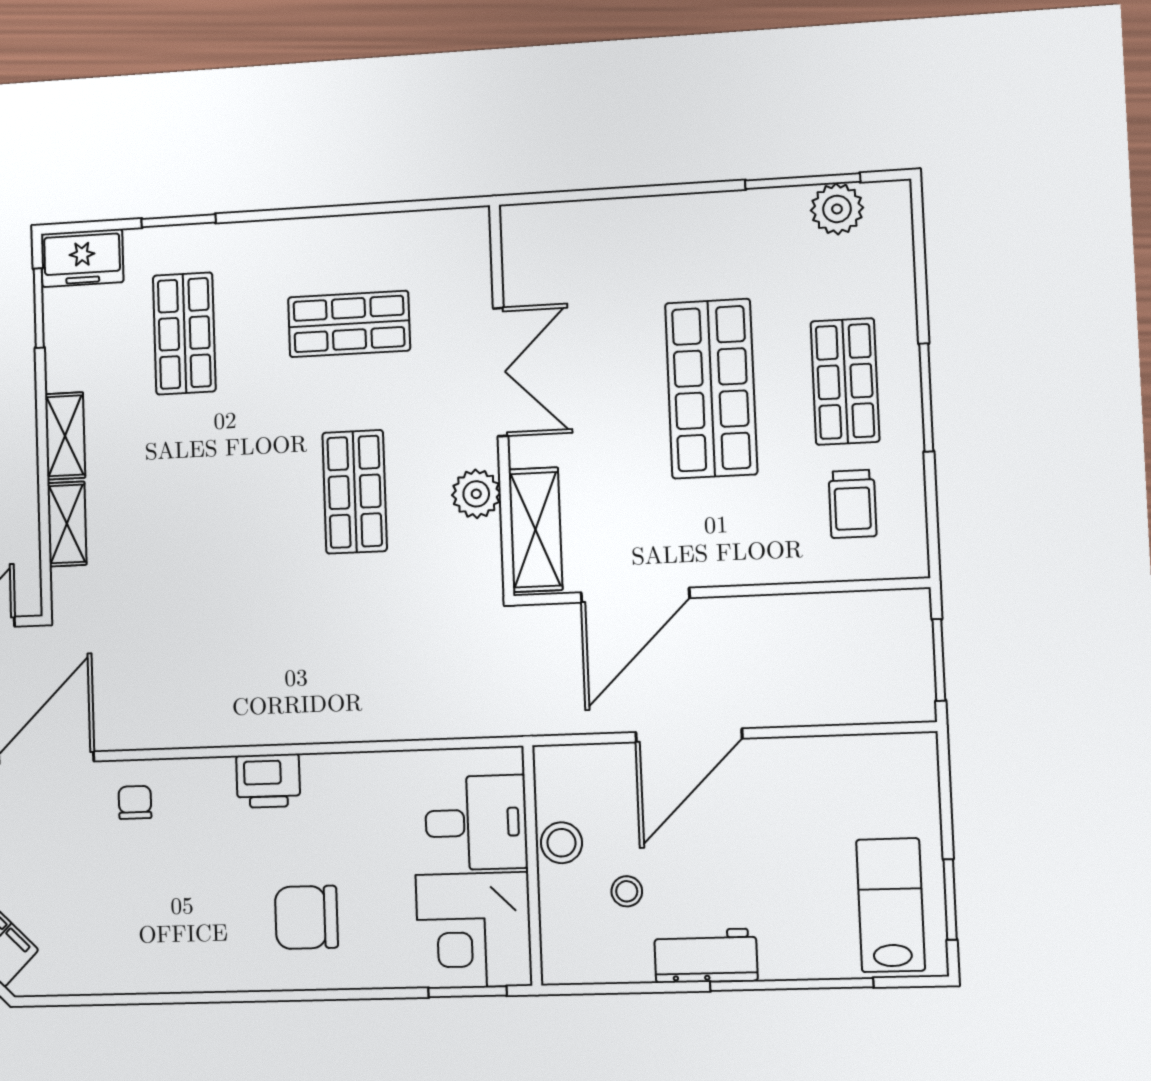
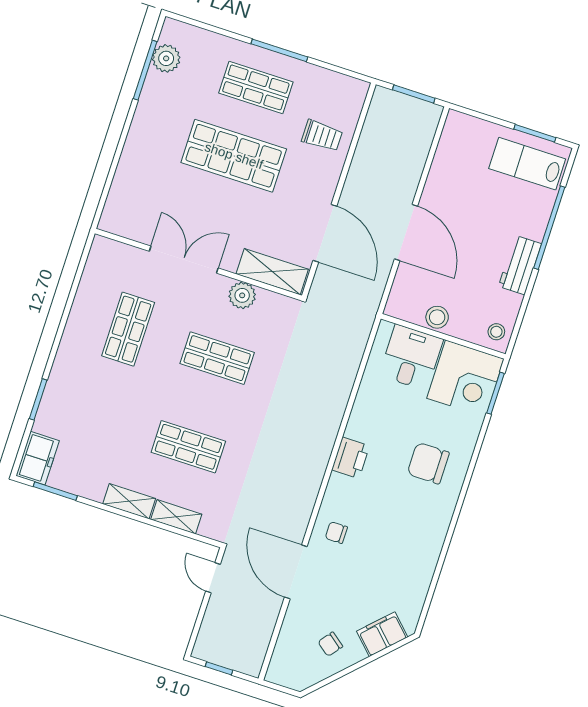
shop shelf: (184, 333) -> (188, 447), moved
trolley: (852, 504) -> (322, 136), moved
stool: (627, 891) -> (496, 332), moved
chair: (306, 917) -> (428, 463), turned 90

